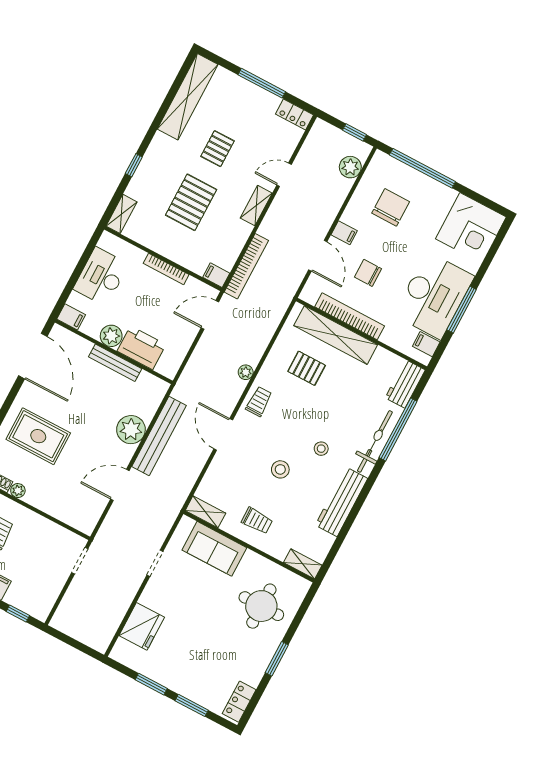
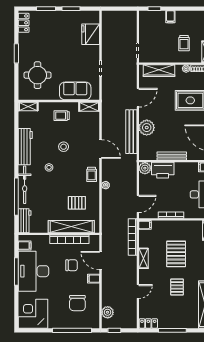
shelving: (256, 206) -> (143, 258), moved
plant: (111, 336) -> (145, 168), moved
wardrobe: (63, 510) -> (159, 71), added

